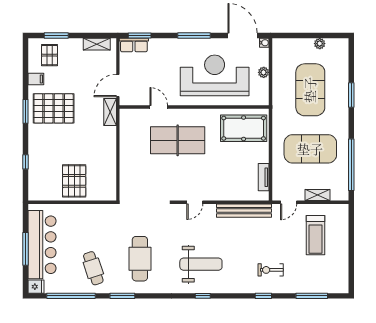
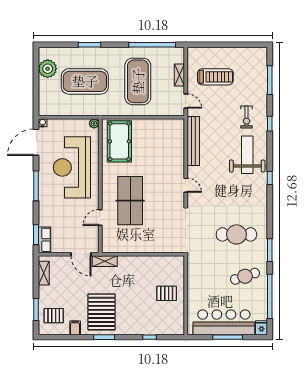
plant: (320, 44) -> (48, 69), width x1.88, depth x1.88
plant: (264, 72) -> (94, 123), moved
tv unit: (264, 177) -> (163, 123), removed
pallet: (74, 181) -> (167, 293), width x0.67, depth x0.71
weight bench: (201, 264) -> (247, 155), moved

